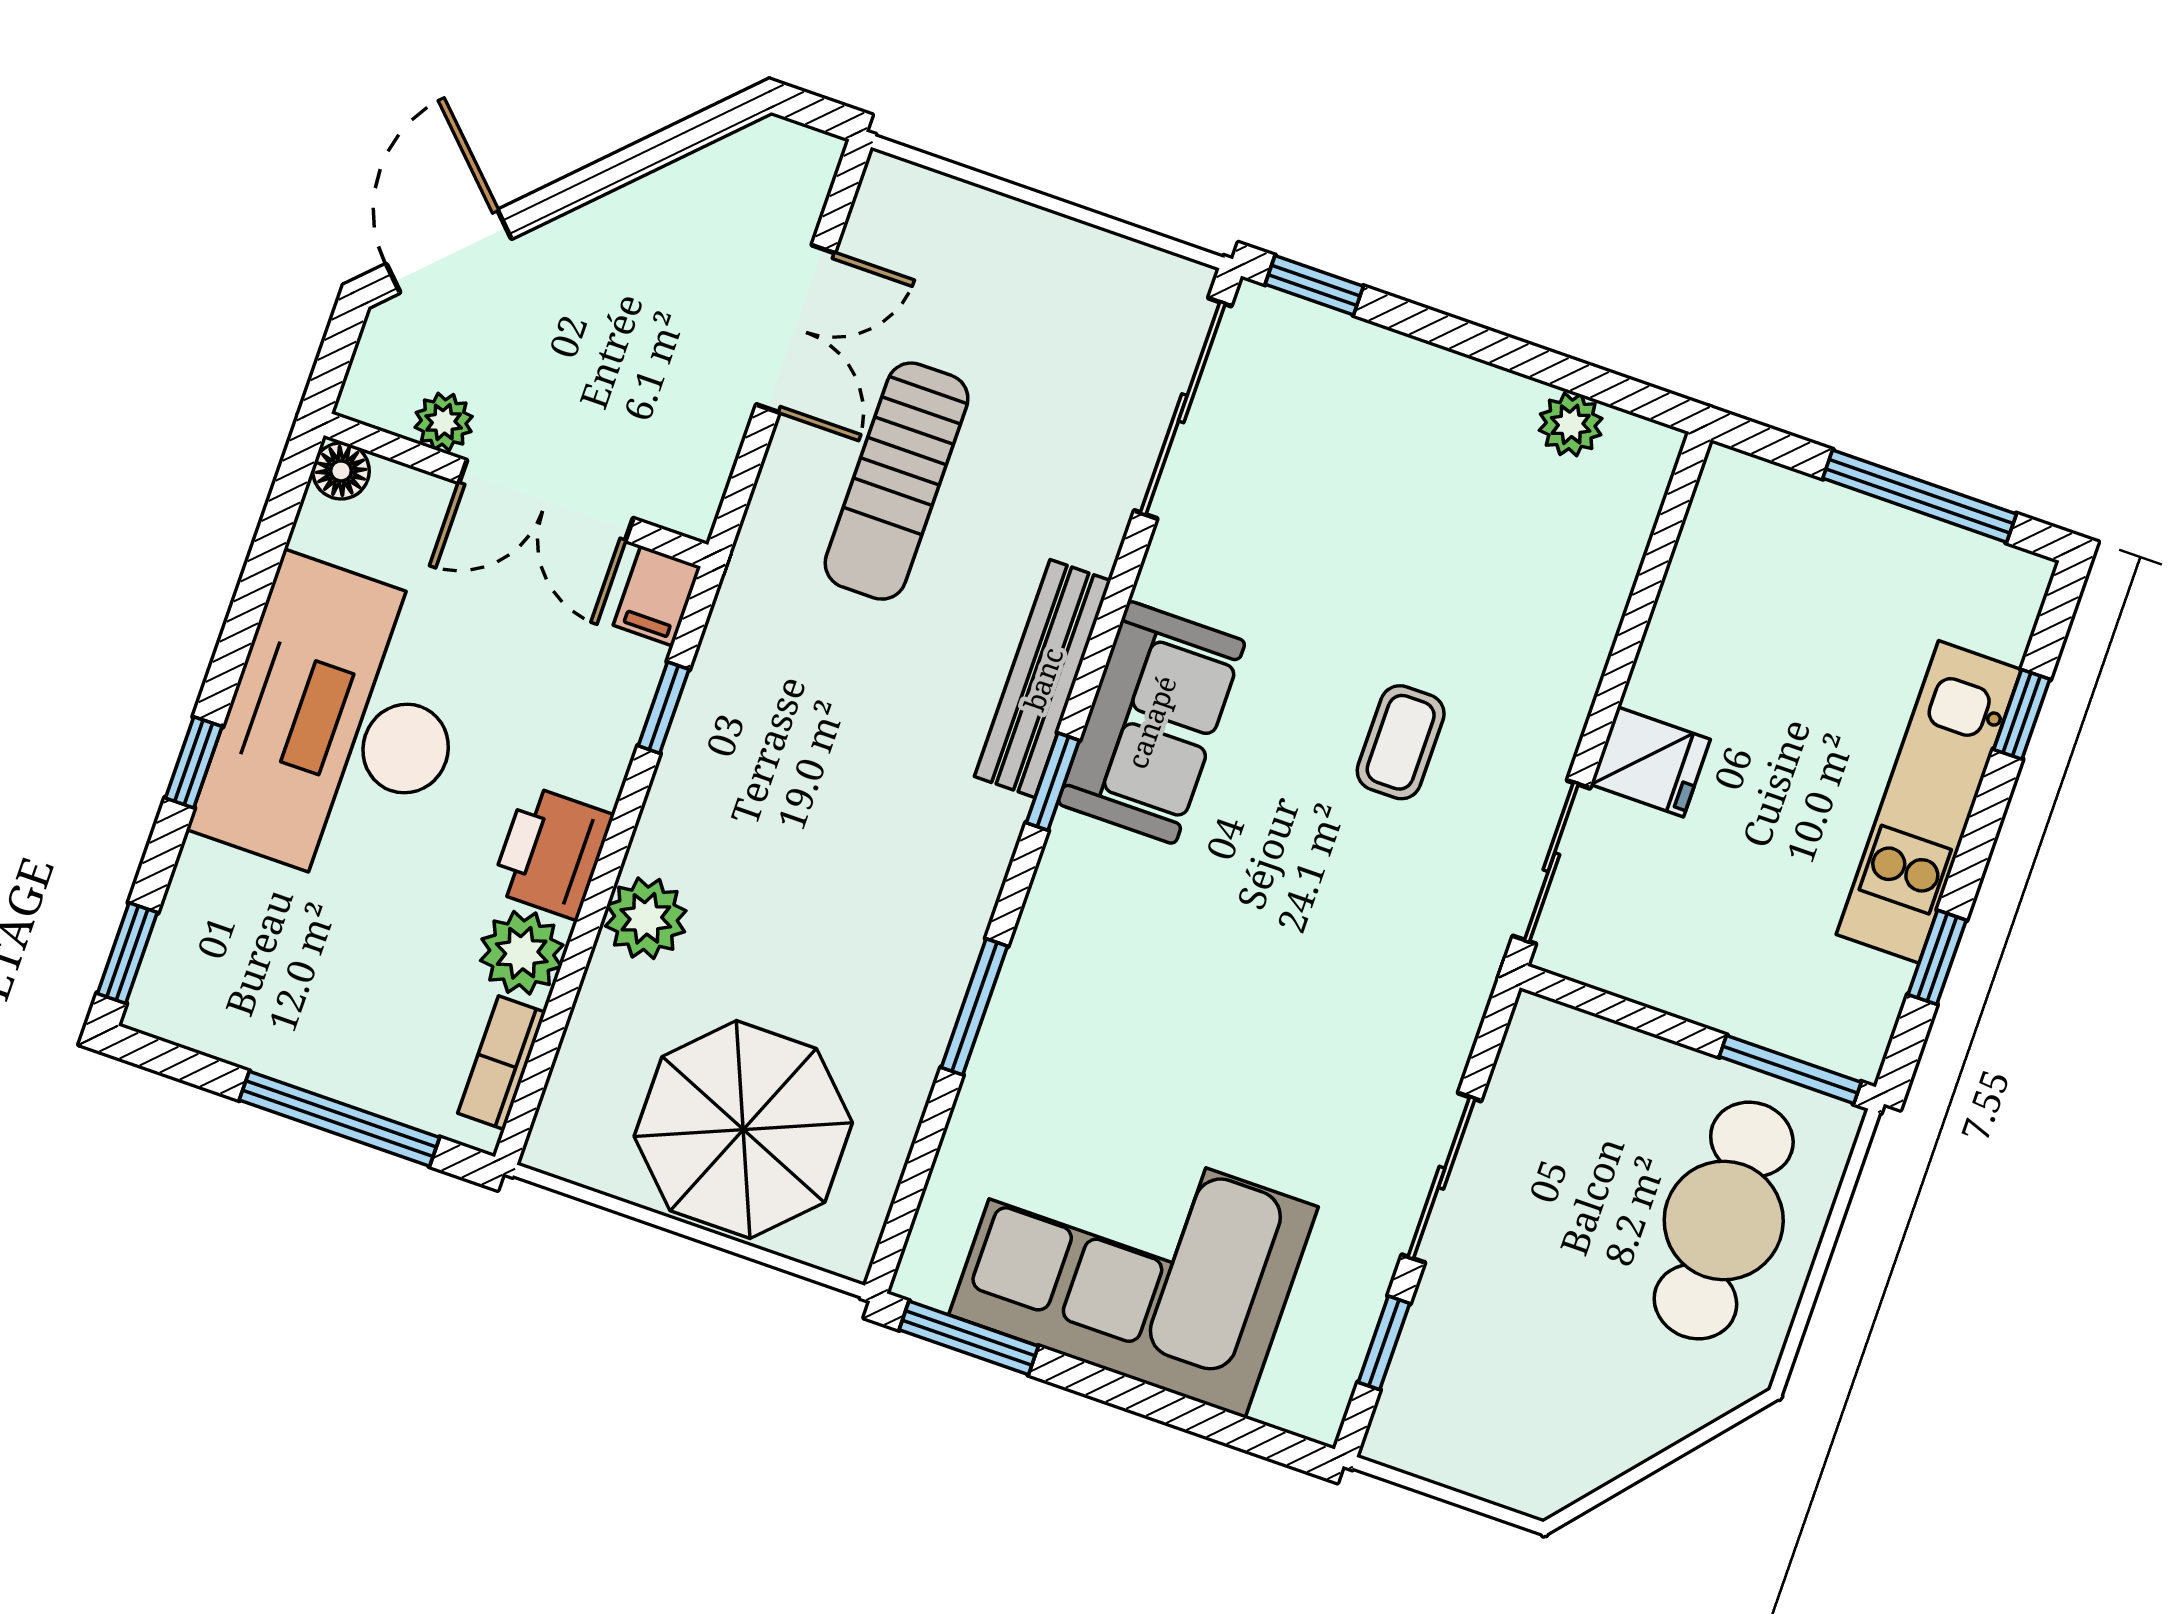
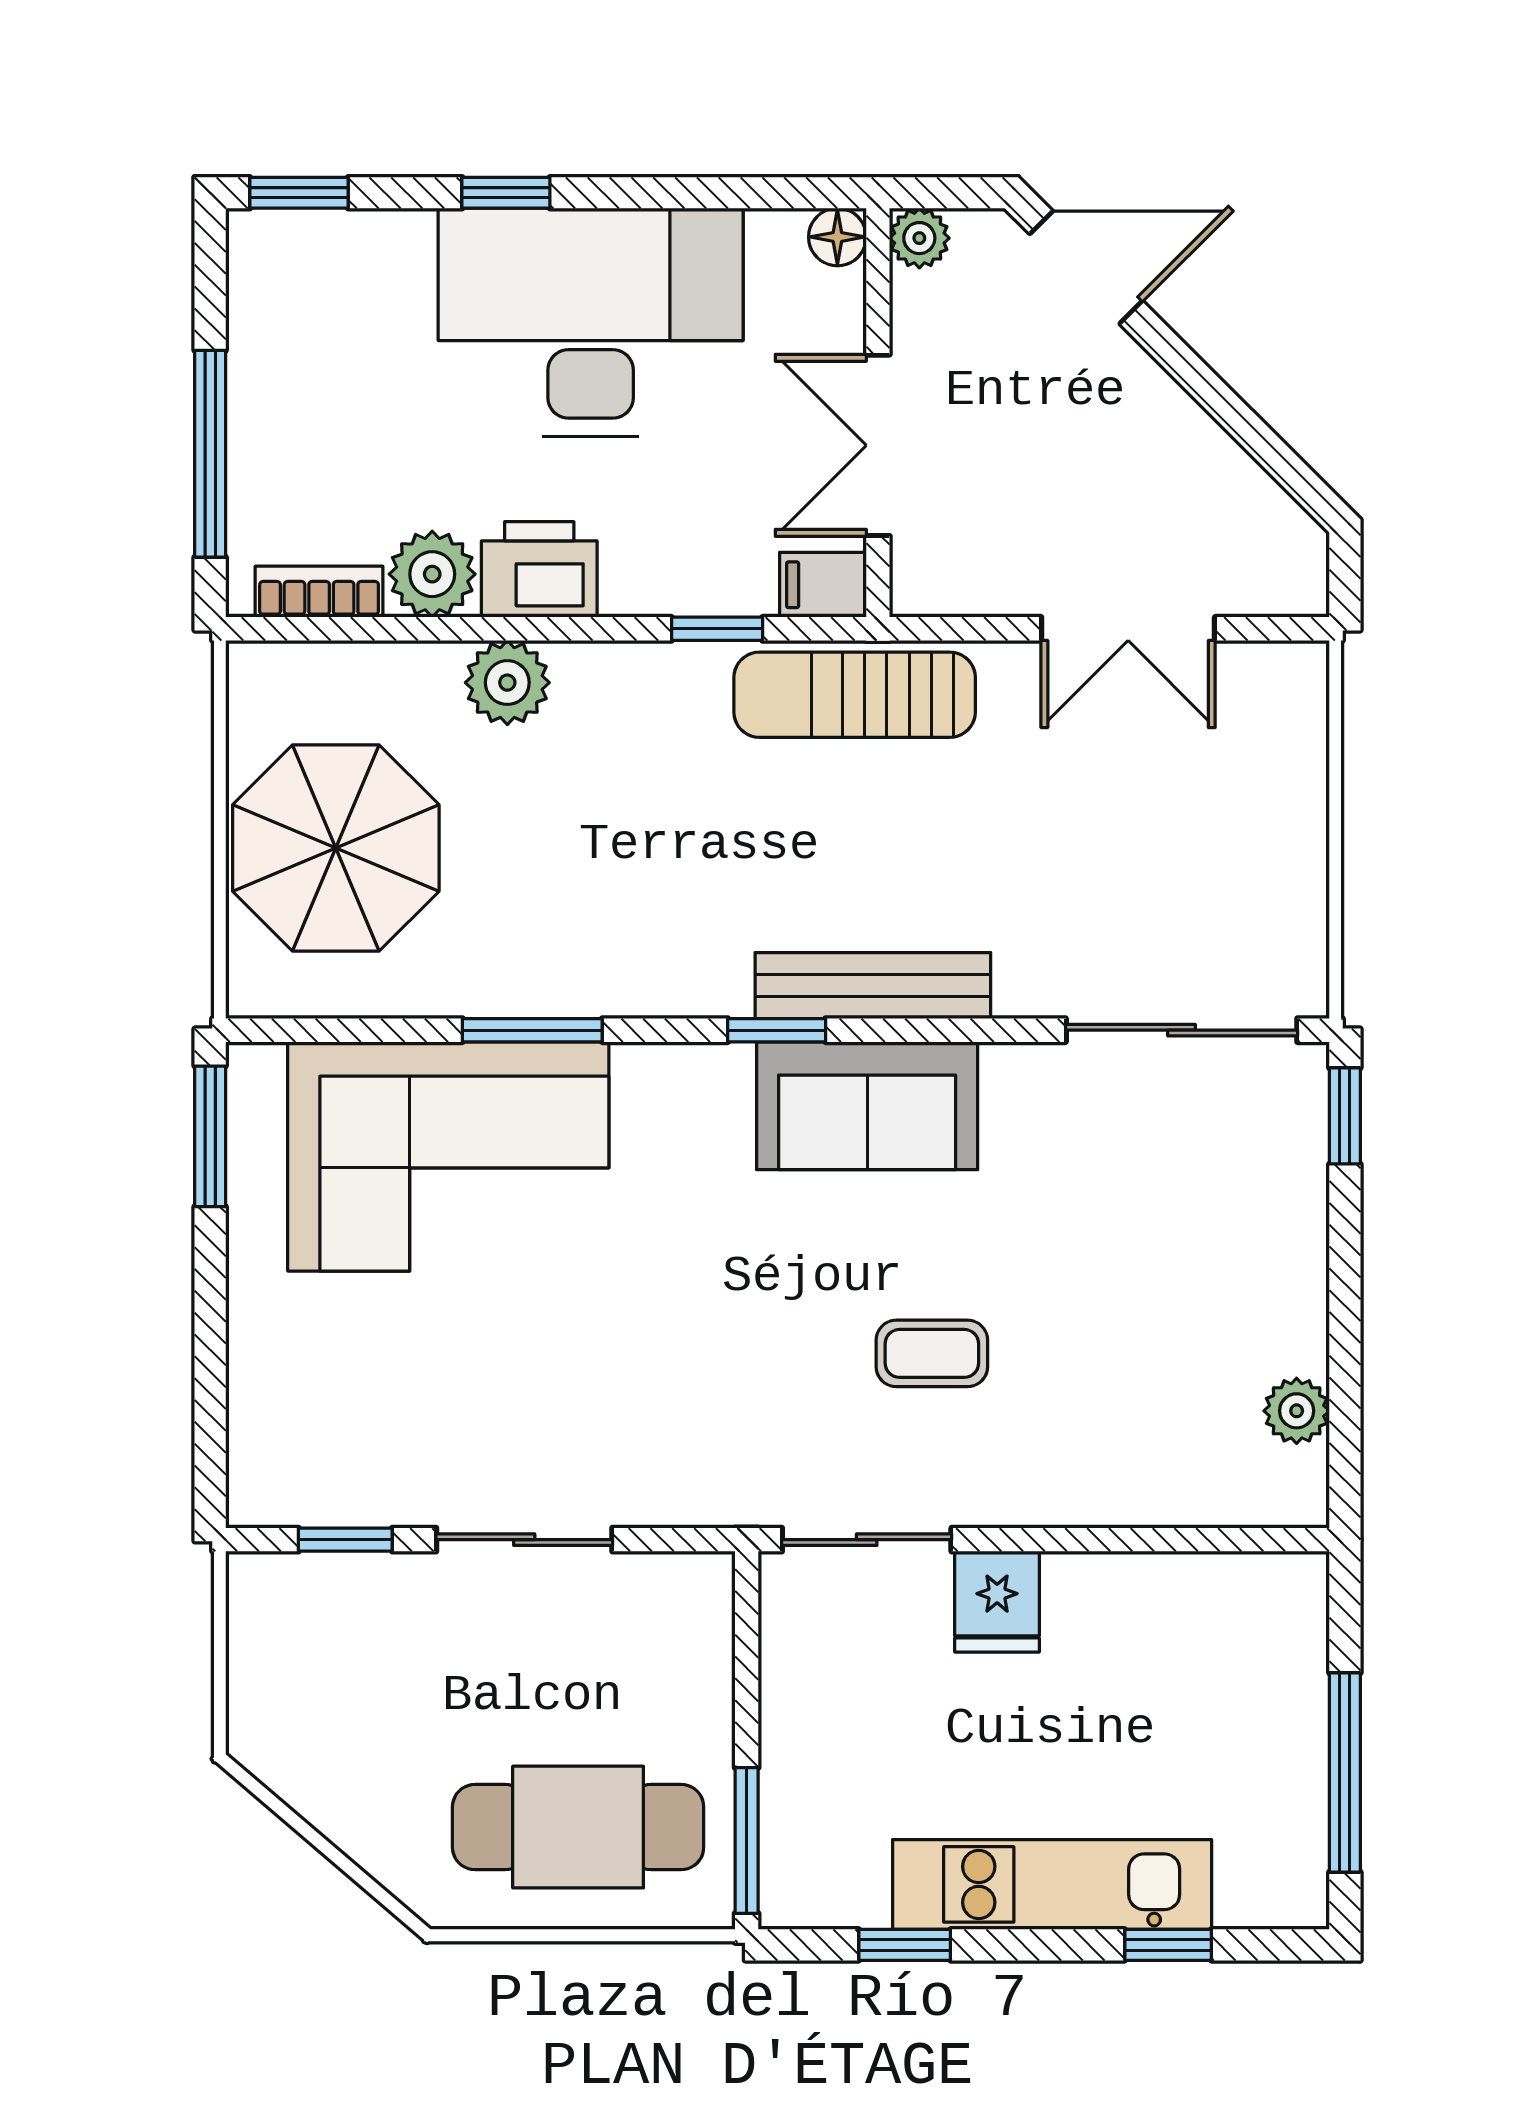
plant: (444, 422) -> (919, 238), moved
sun lounger: (897, 481) -> (855, 695), moved
corner sofa: (1134, 1261) -> (448, 1156), moved, turned 90

